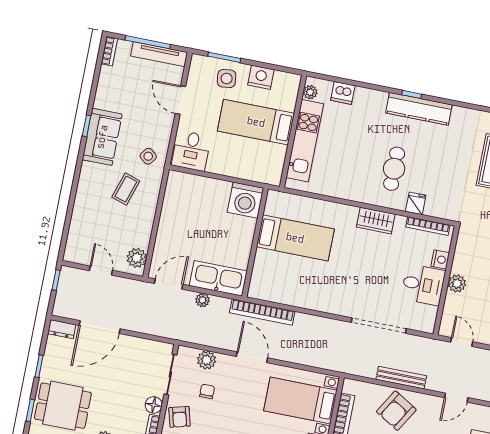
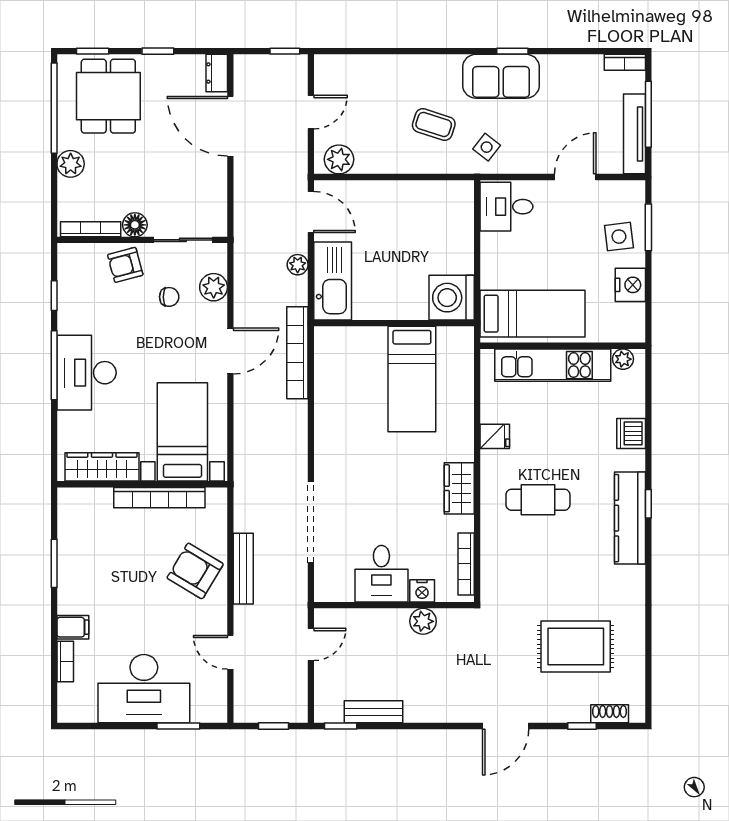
dishwasher: (343, 93) -> (631, 433), moved
bed: (256, 122) -> (532, 314), moved, turned 90
fridge: (416, 203) -> (495, 436), moved
plant: (457, 283) -> (423, 621), moved

